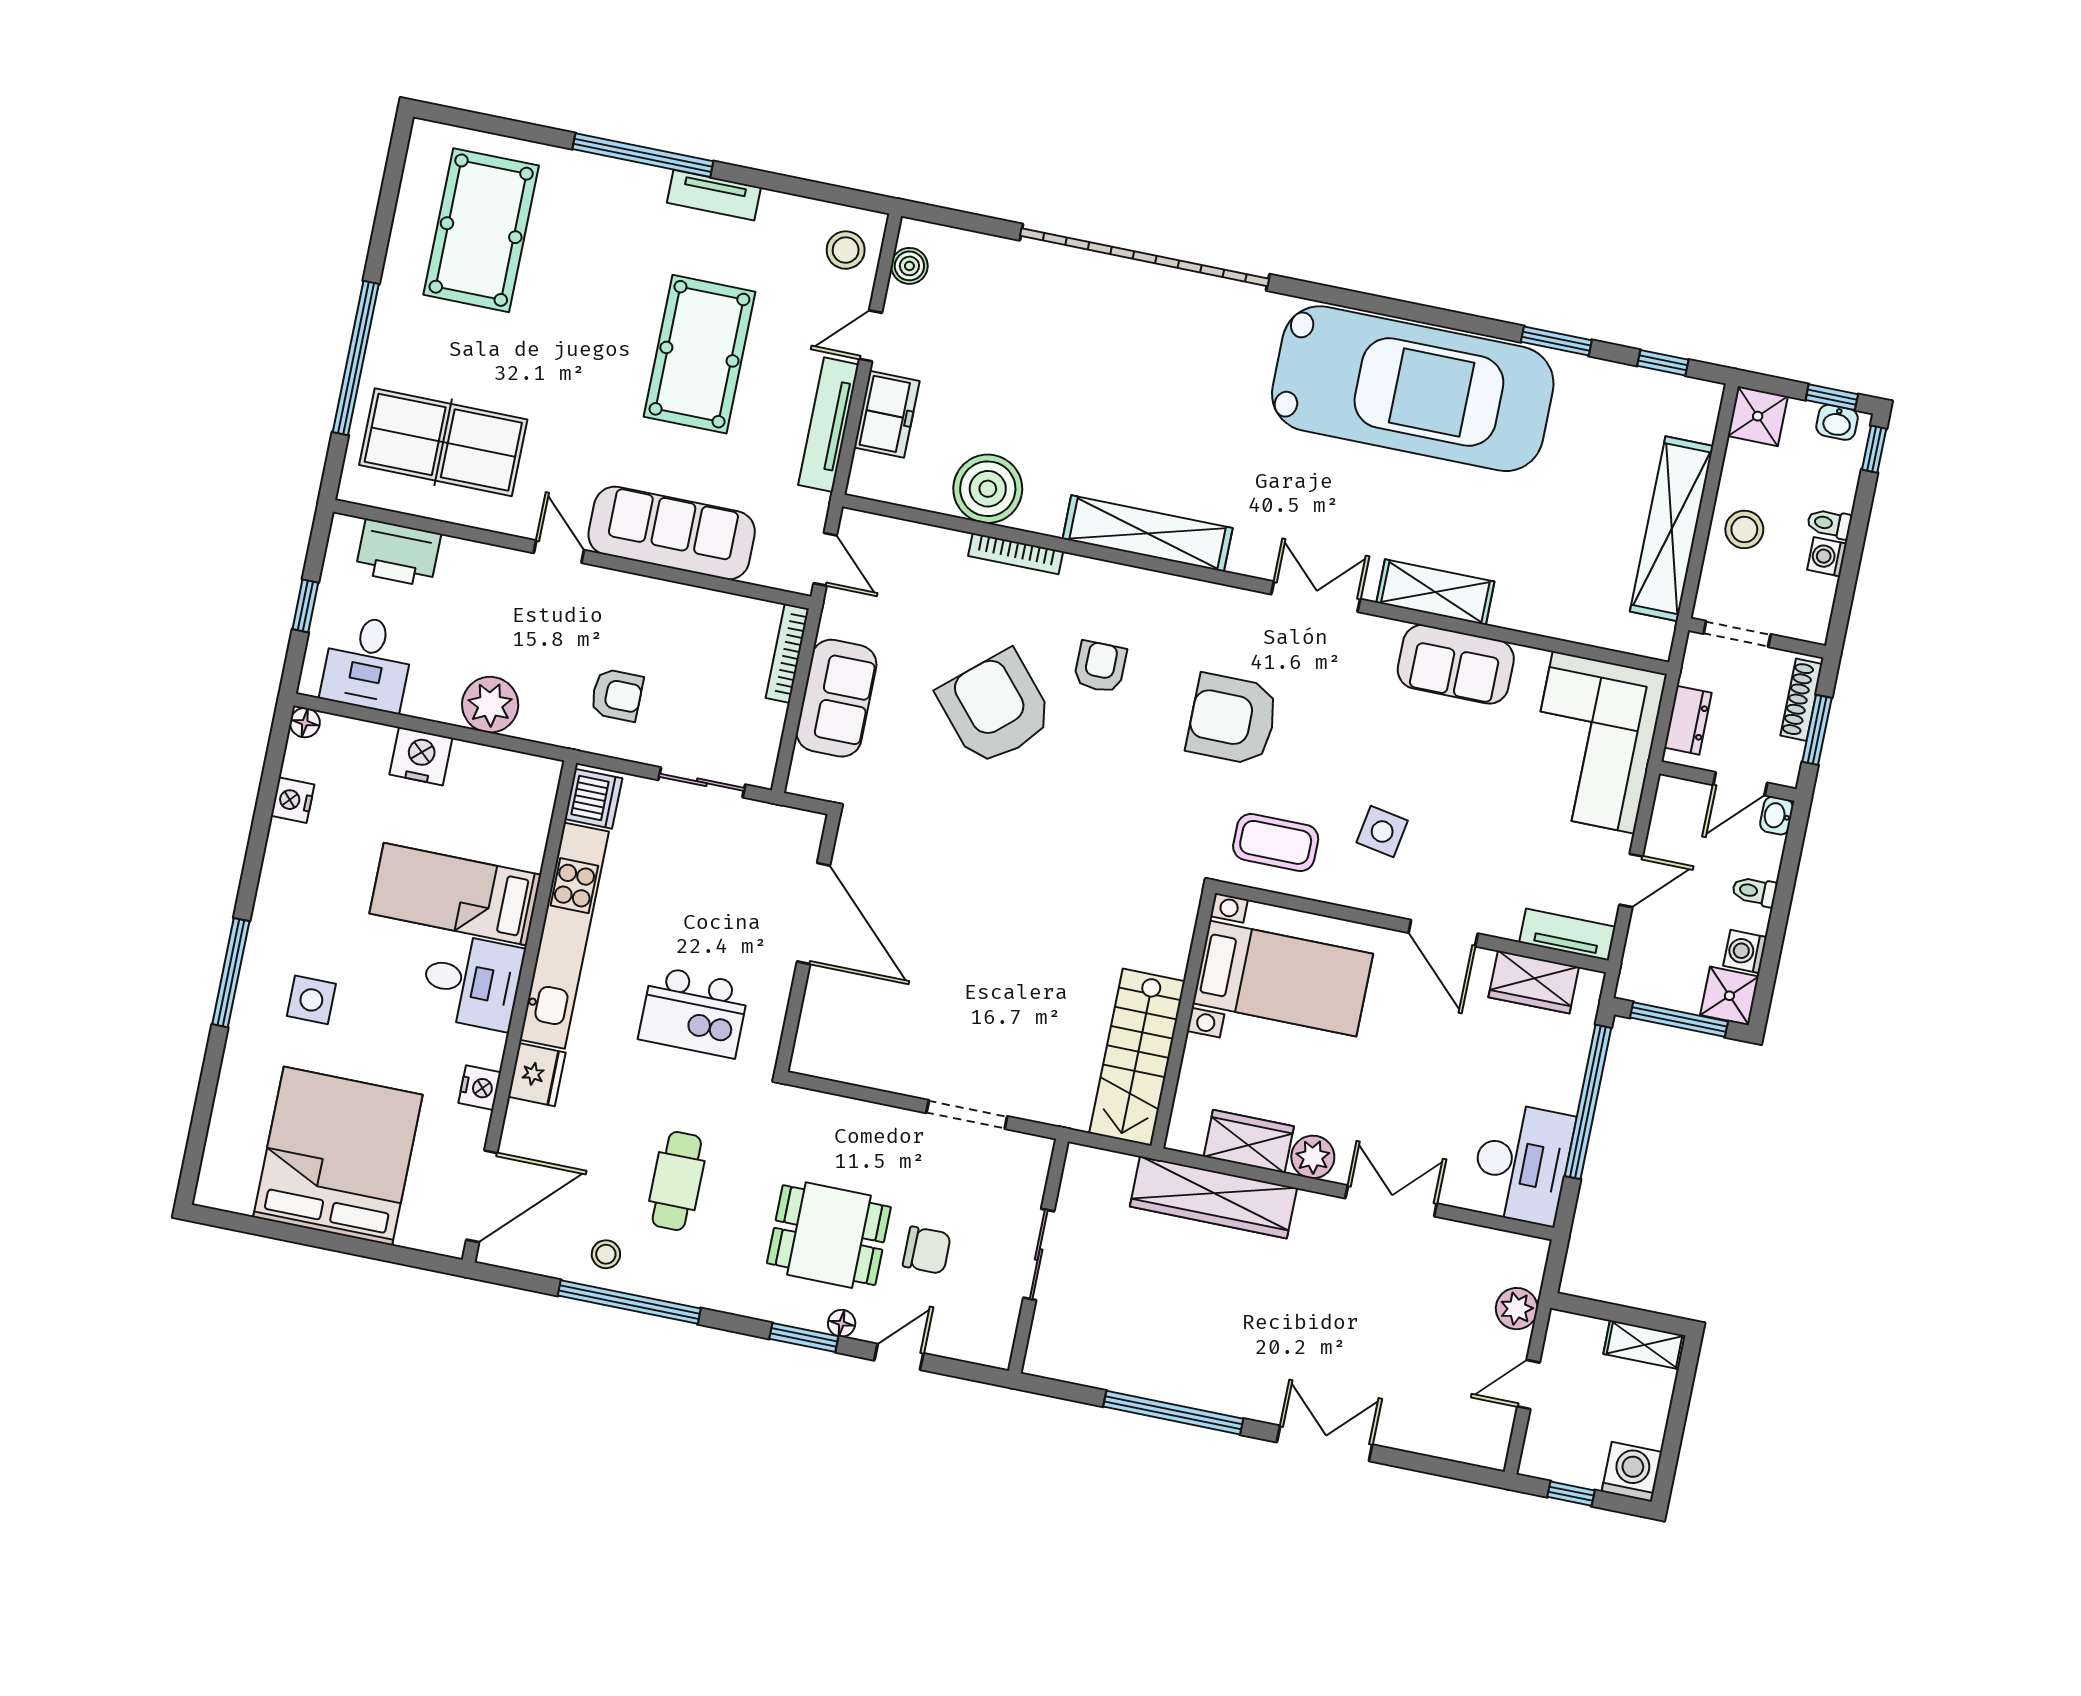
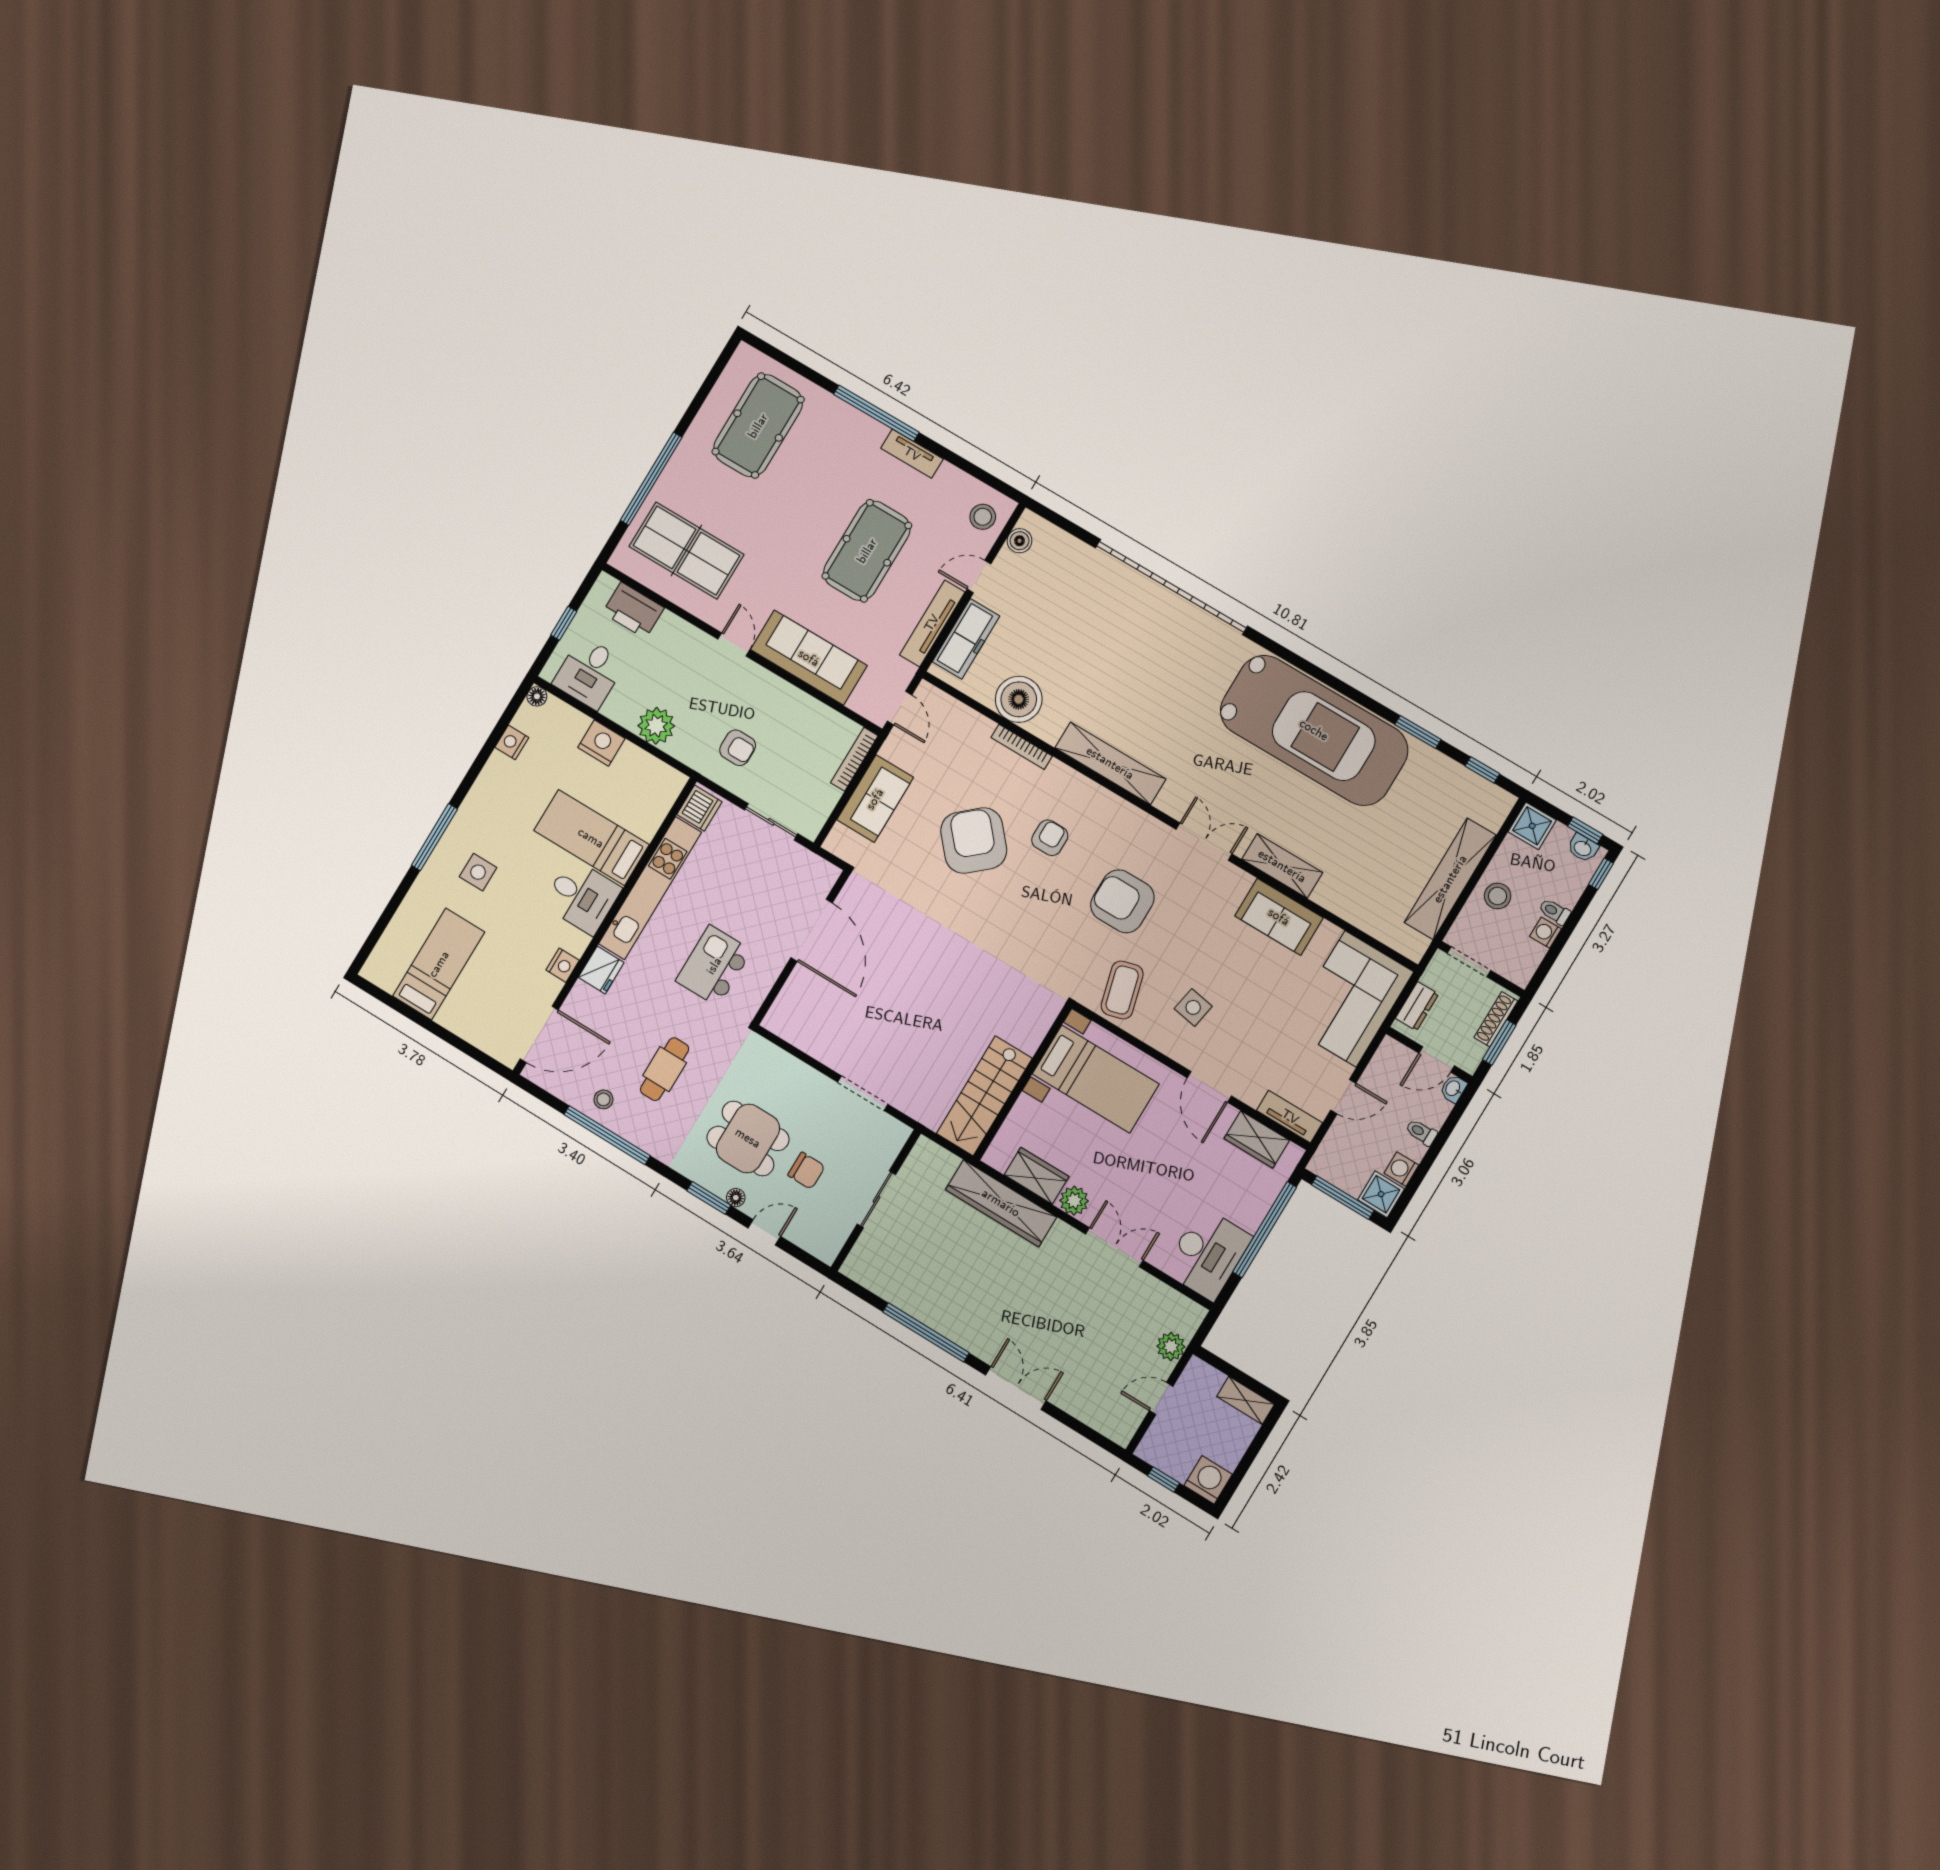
freezer: (887, 414) -> (966, 639), width x1.40
coffee table: (1276, 842) -> (1122, 990), turned 75
kitchen island: (694, 1012) -> (714, 966), turned 90
bed: (338, 1156) -> (439, 964), width x0.49

